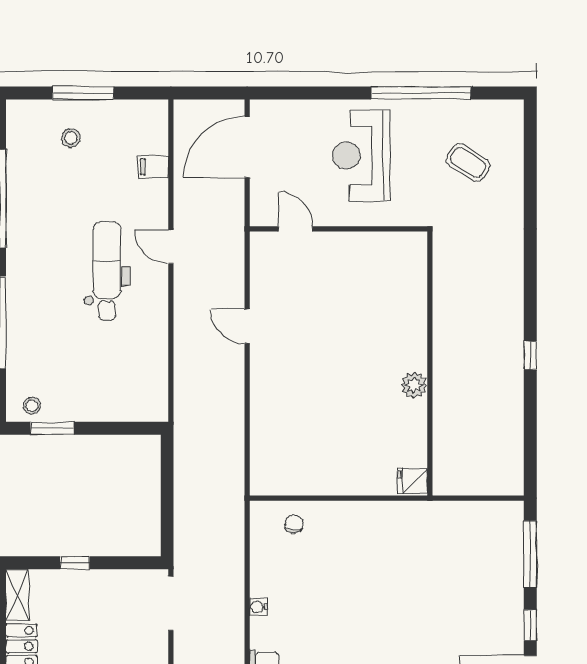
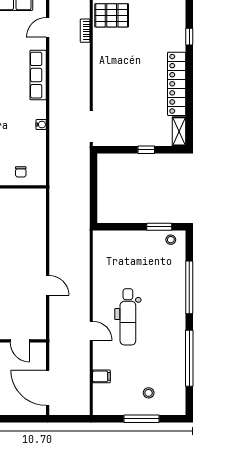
door: (247, 147) -> (48, 388), swing flipped

